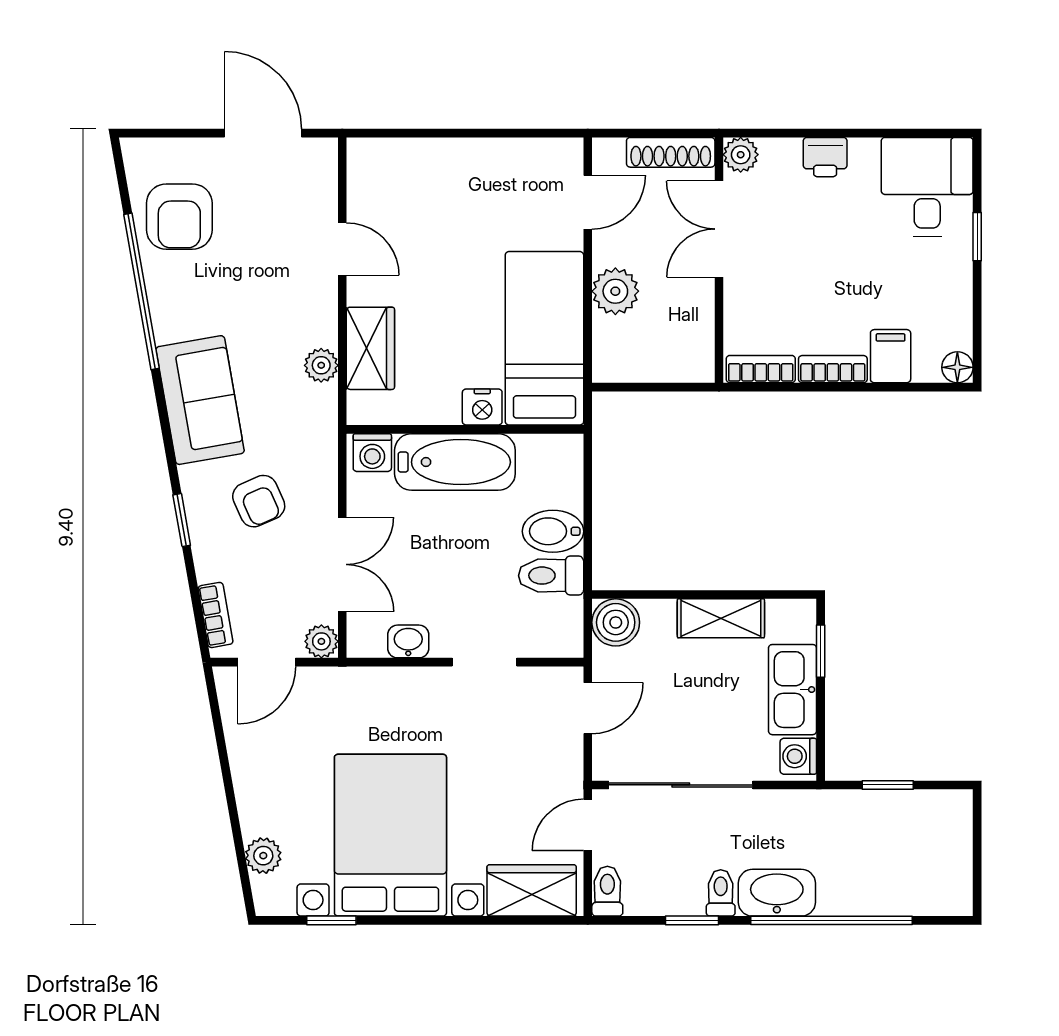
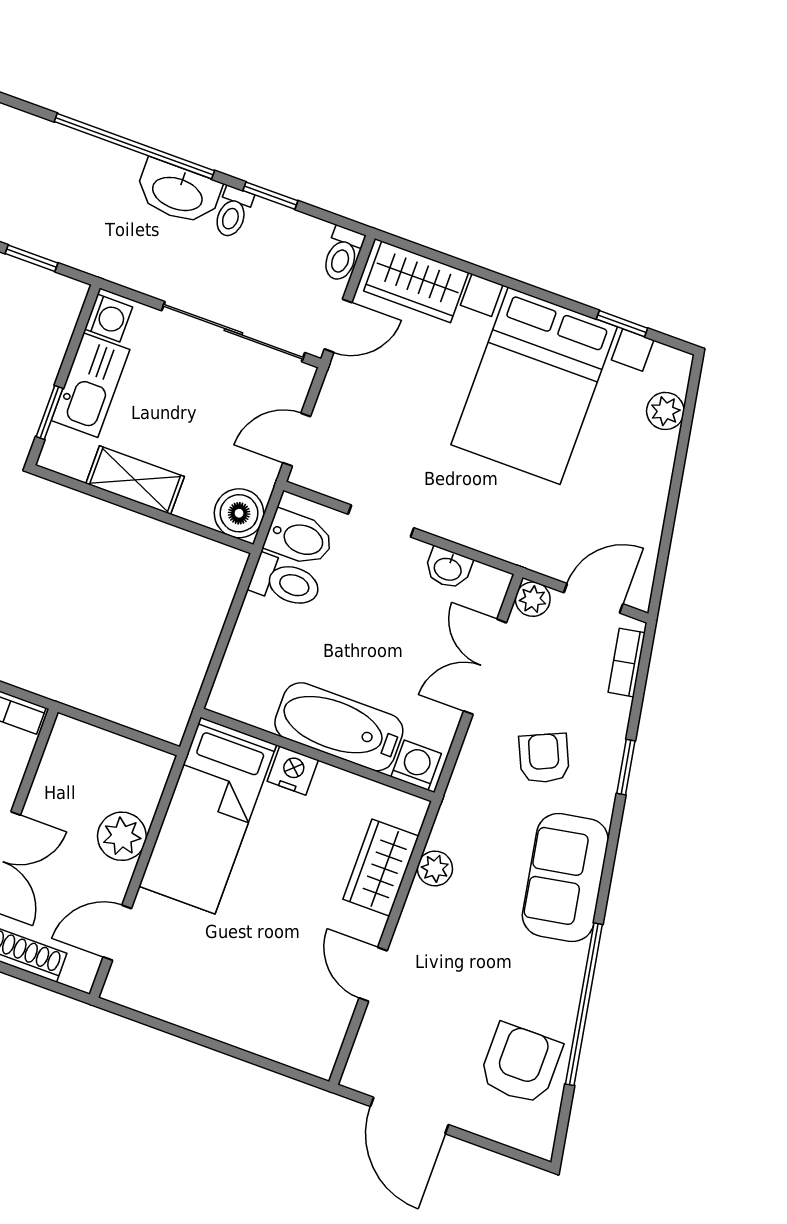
bidet: (553, 531) -> (299, 538), moved

